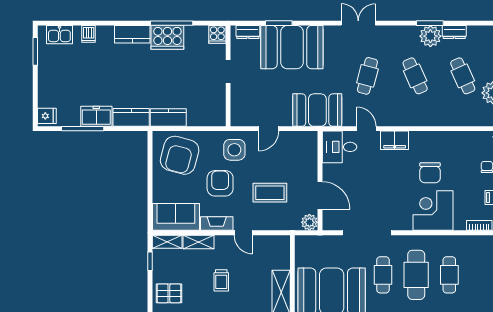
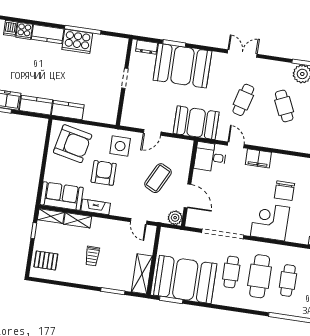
cooker: (217, 34) -> (24, 31), moved
armchair: (180, 155) -> (73, 144), turned -93
coffee table: (270, 193) -> (158, 178), moved, turned -63
corner desk: (433, 211) -> (270, 222), moved
door: (243, 233) -> (139, 221), moved

